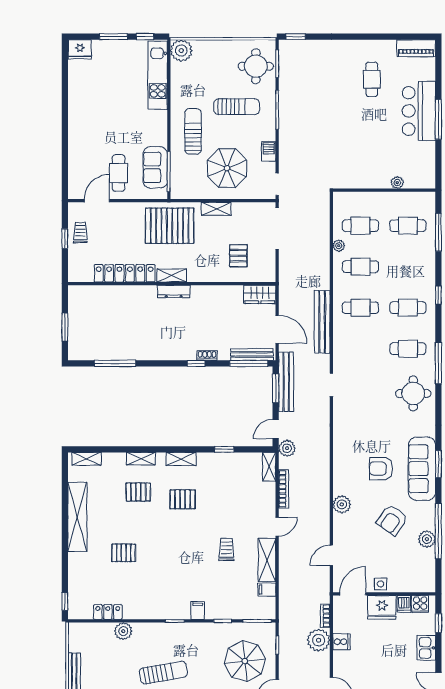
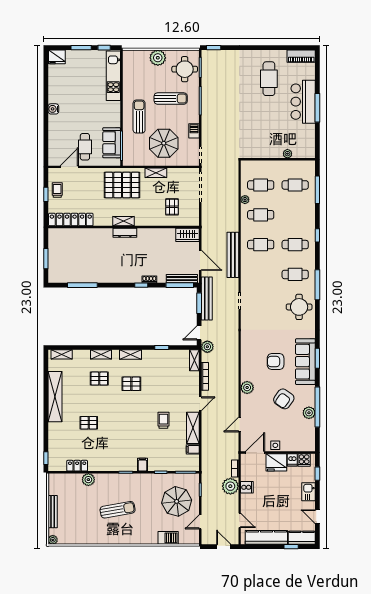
plant: (181, 51) -> (158, 58), moved
cafe table: (372, 79) -> (269, 79), width x1.37, depth x1.35
water cooler: (75, 121) -> (53, 109), added
locker: (125, 273) -> (71, 220), moved

